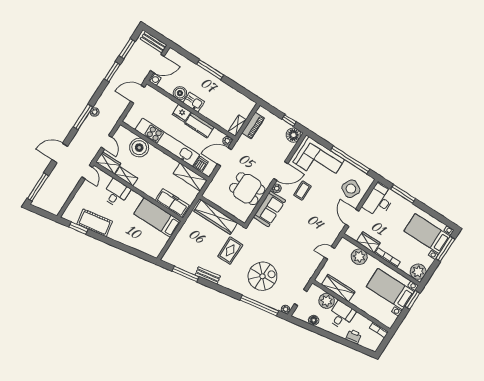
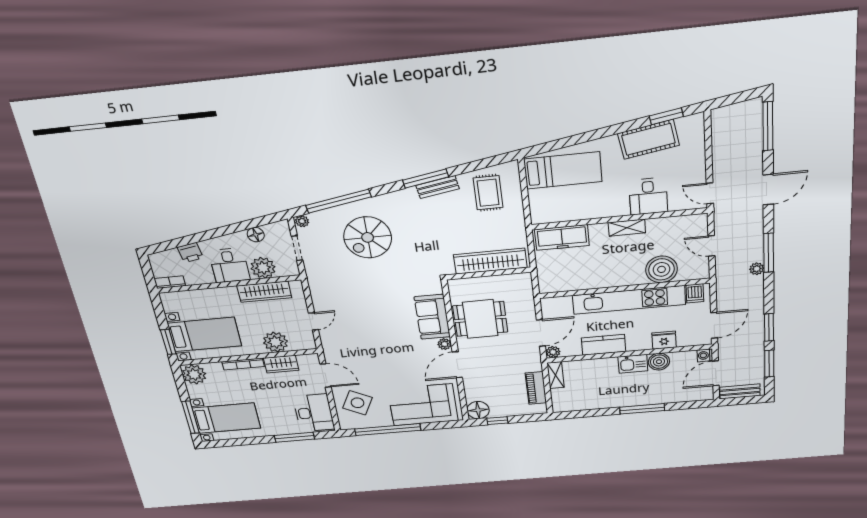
fridge: (182, 113) -> (664, 340), moved
wardrobe: (108, 163) -> (689, 224), removed
dishwasher: (201, 164) -> (695, 293), moved
shelving: (126, 176) -> (627, 228), moved
shelving: (190, 177) -> (565, 282), removed
coffee table: (302, 191) -> (412, 363), removed
bed: (157, 218) -> (563, 170), moved
rug: (230, 251) -> (488, 193), moved
window: (186, 274) -> (426, 179), moved

